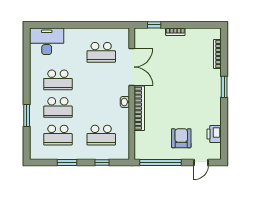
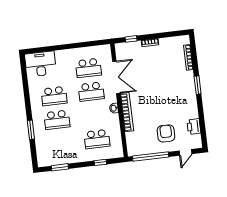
school desk: (58, 135) -> (91, 92), moved
window: (67, 162) -> (60, 167), moved

